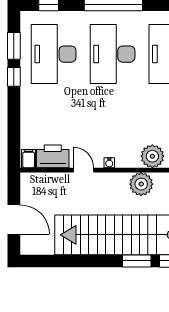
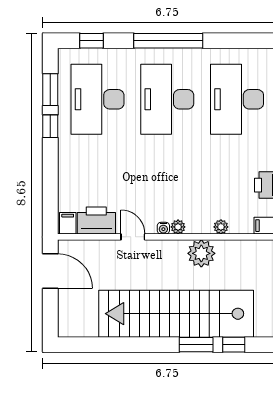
plant: (152, 156) -> (221, 227), width x0.53, depth x0.53
plant: (122, 162) -> (178, 227), added
door: (14, 220) -> (50, 271), moved

